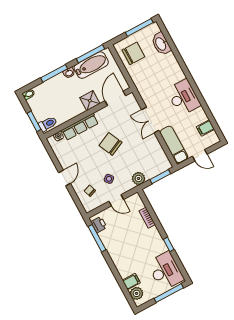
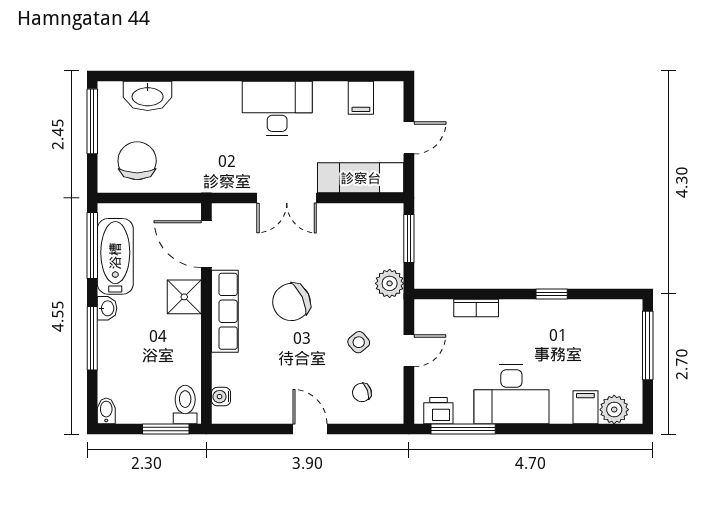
row of seats: (80, 127) -> (225, 311), moved
desk: (165, 271) -> (511, 394), moved, turned 180

